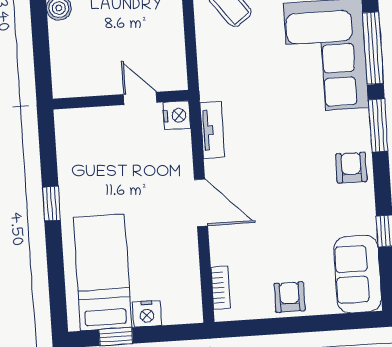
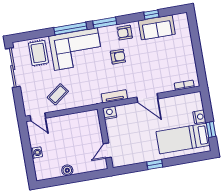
door: (140, 98) -> (107, 150), moved
door: (201, 203) -> (147, 98), swing flipped
sofa: (358, 274) -> (157, 27), moved
armchair: (290, 297) -> (118, 57), moved, turned 180

